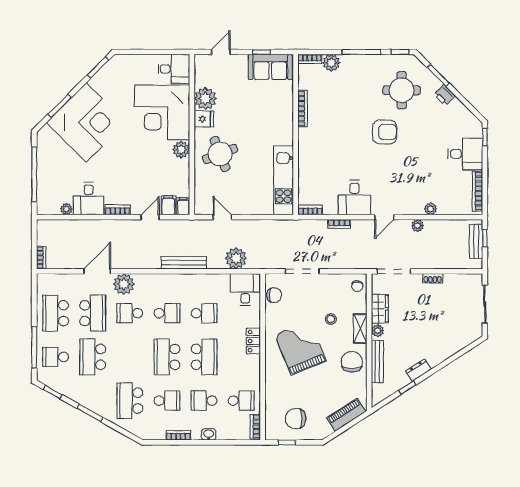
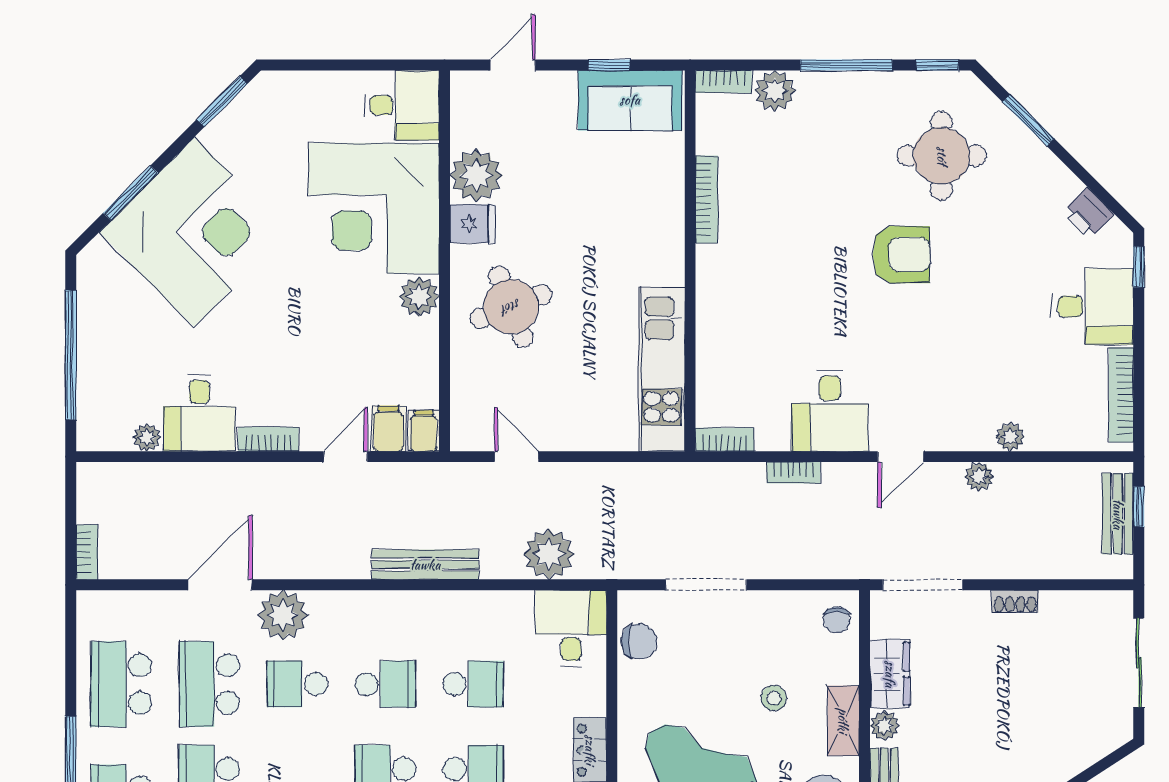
printer: (444, 95) -> (1089, 213), moved
school desk: (93, 313) -> (209, 684), turned 180

